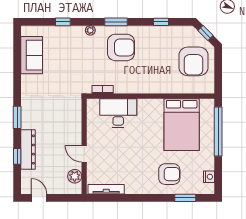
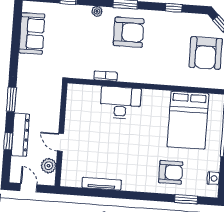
wall: (84, 146) -> (61, 134), moved
door: (84, 154) -> (61, 142), moved
plant: (75, 176) -> (49, 166), moved

